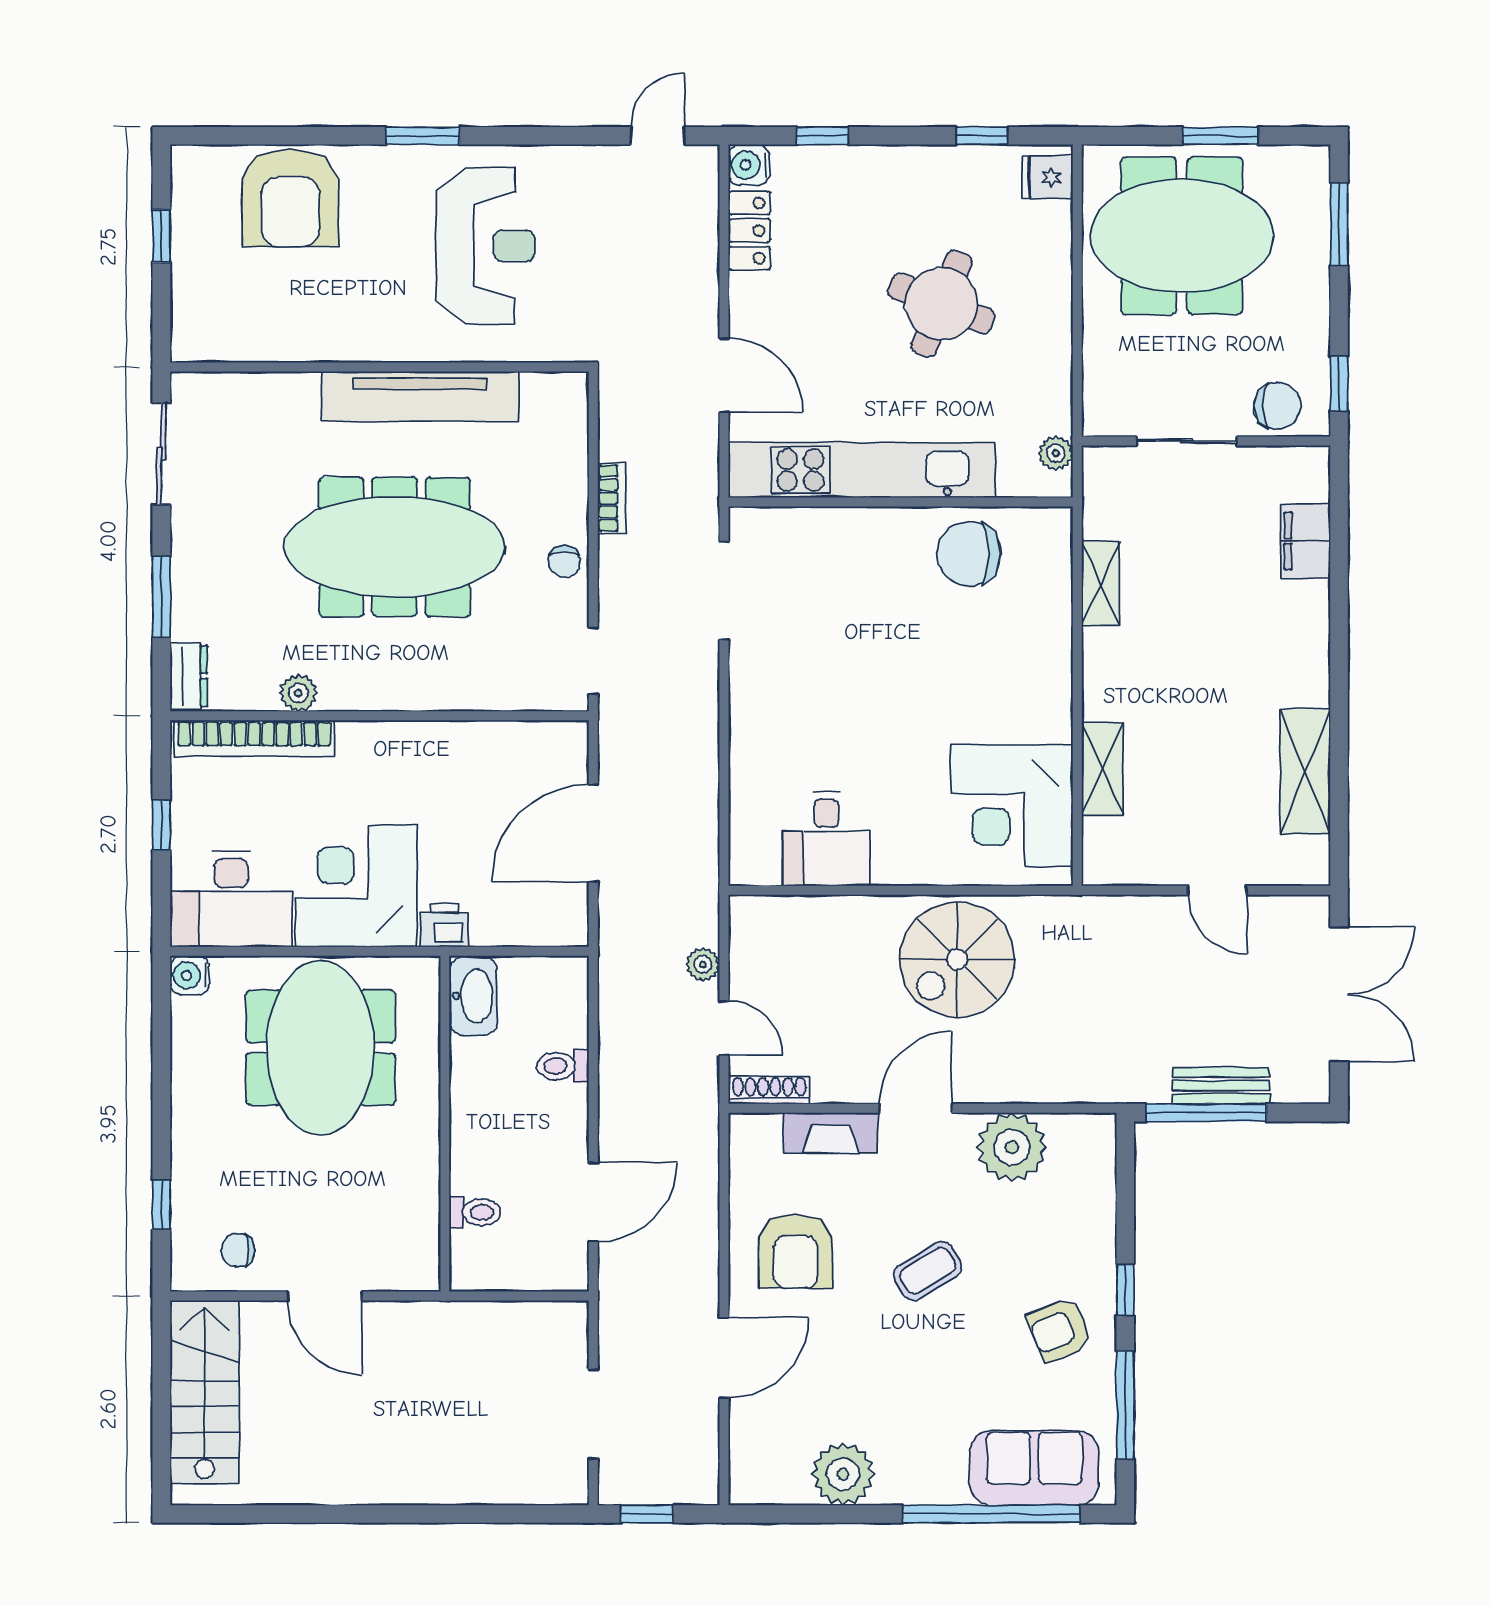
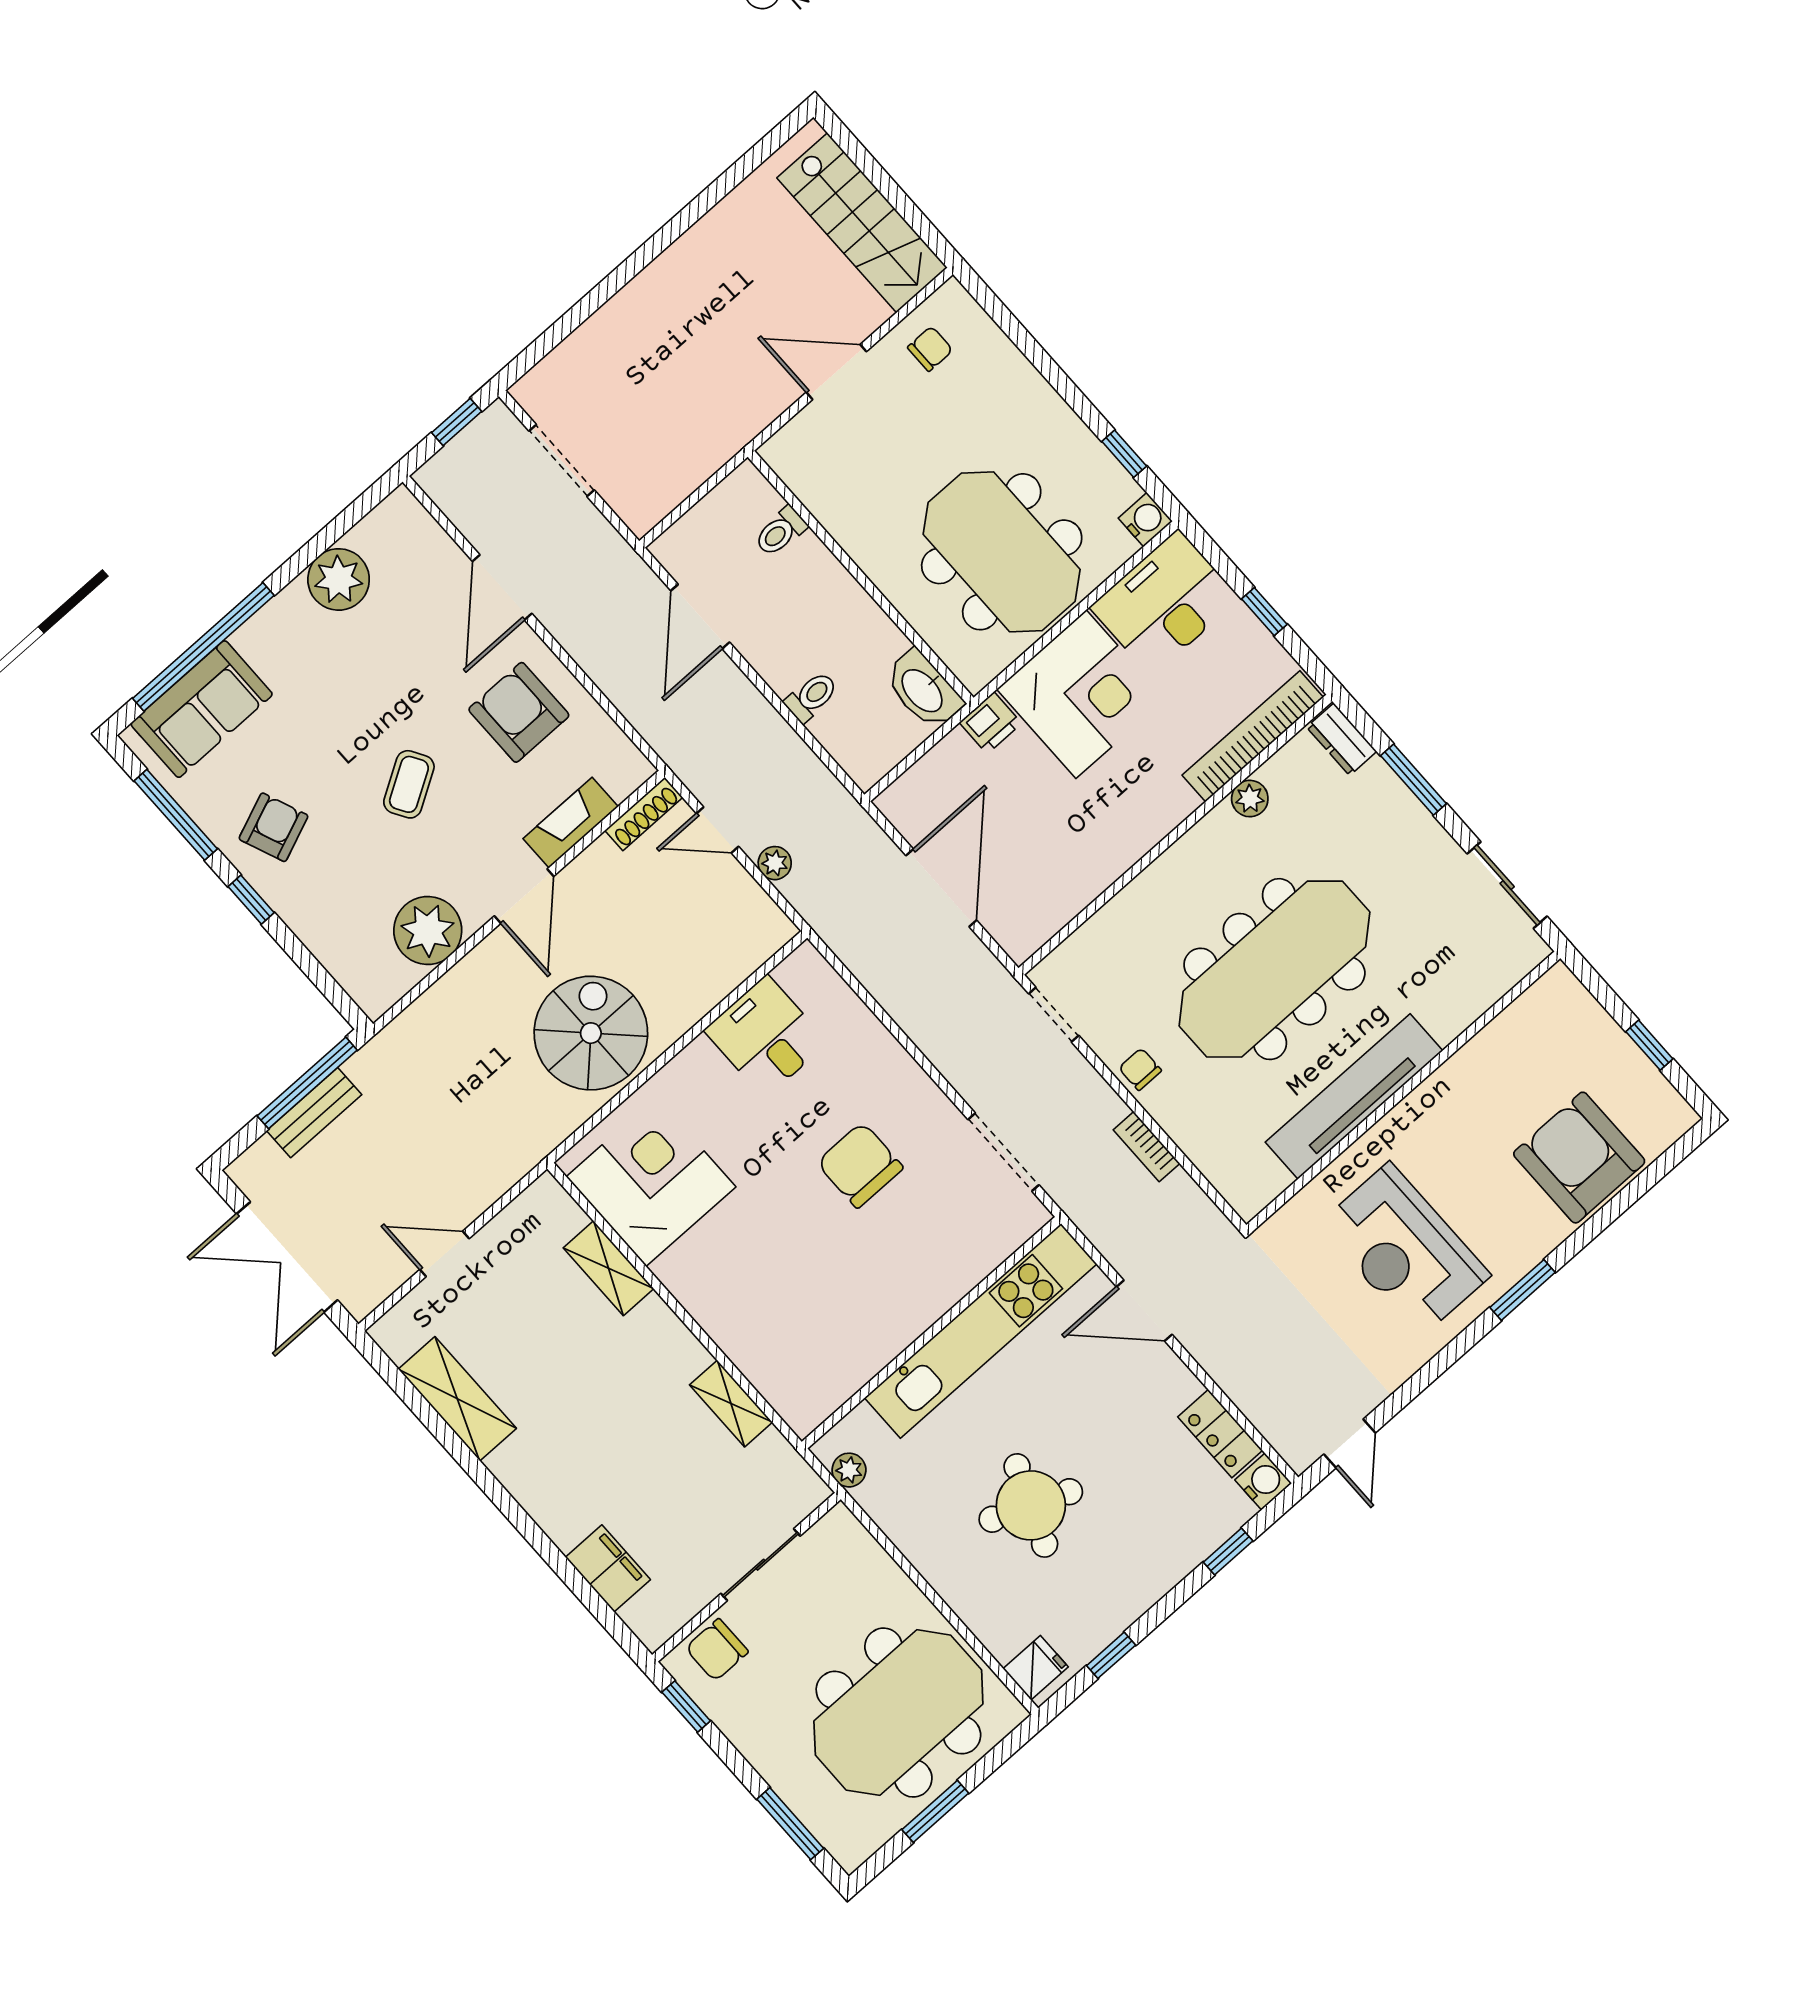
chair: (969, 554) -> (860, 1165), moved, turned -90
window: (161, 1205) -> (1124, 454), moved

